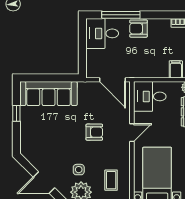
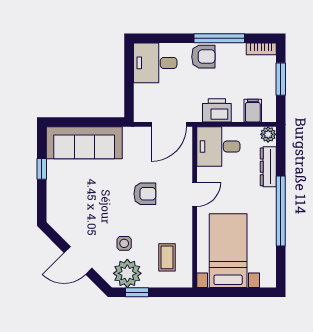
window: (121, 15) -> (219, 38), moved
armchair: (138, 29) -> (203, 57), turned 180
printer: (149, 69) -> (217, 110), added
door: (112, 80) -> (169, 124), hinge flipped

